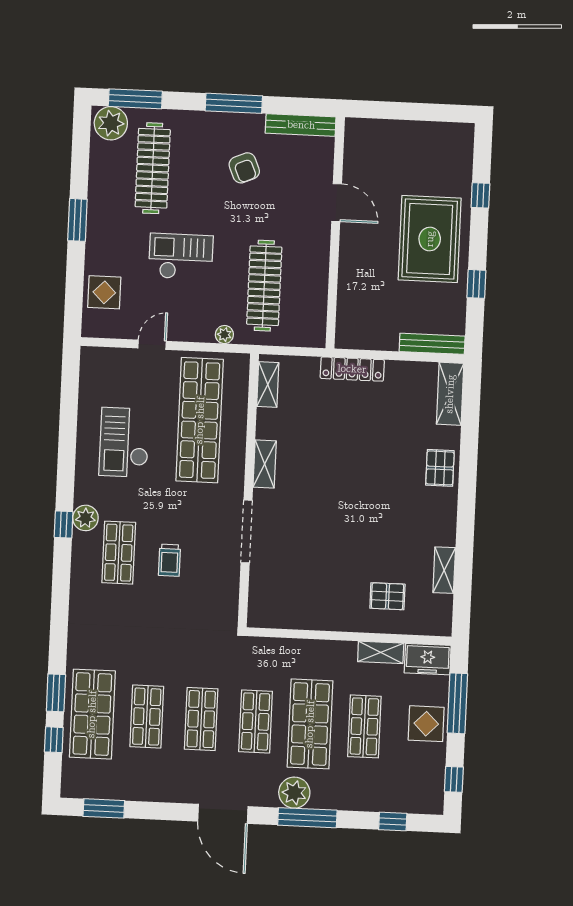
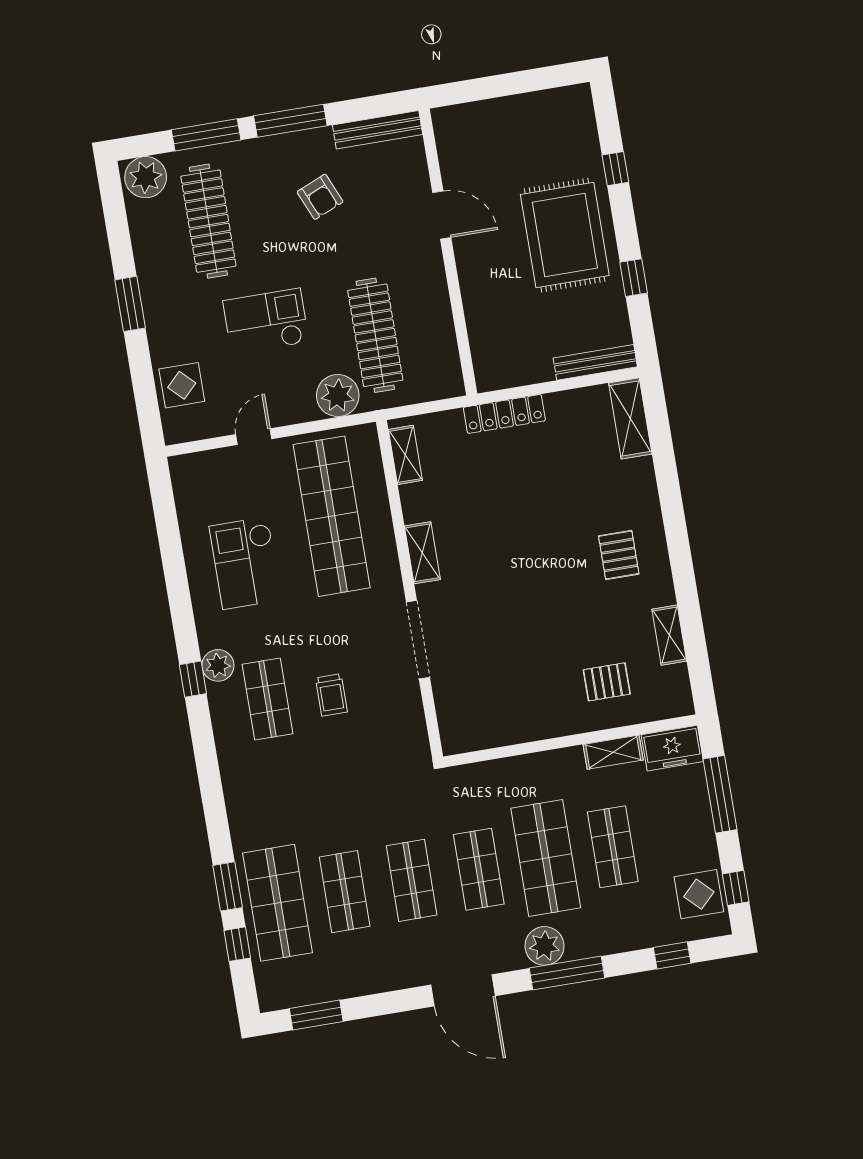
window: (135, 99) -> (206, 135), moved
plant: (224, 335) -> (338, 396), width x1.88, depth x1.88
pallet: (440, 468) -> (619, 555), moved
display table: (426, 724) -> (699, 894), moved

